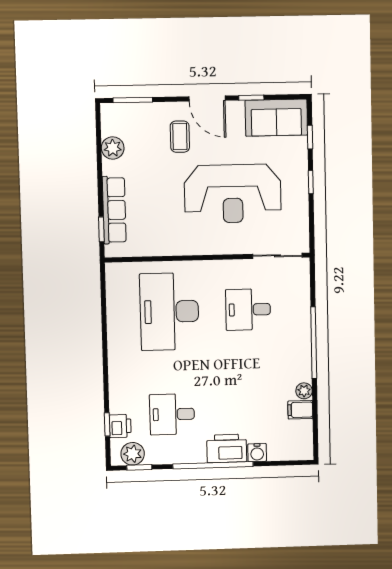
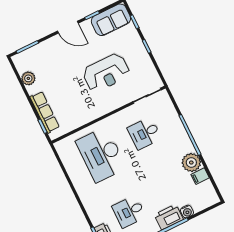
coffee table: (180, 137) -> (62, 55), removed
reception desk: (233, 194) -> (106, 73), width x0.74, depth x0.77
plant: (304, 391) -> (191, 163), width x1.88, depth x1.88

